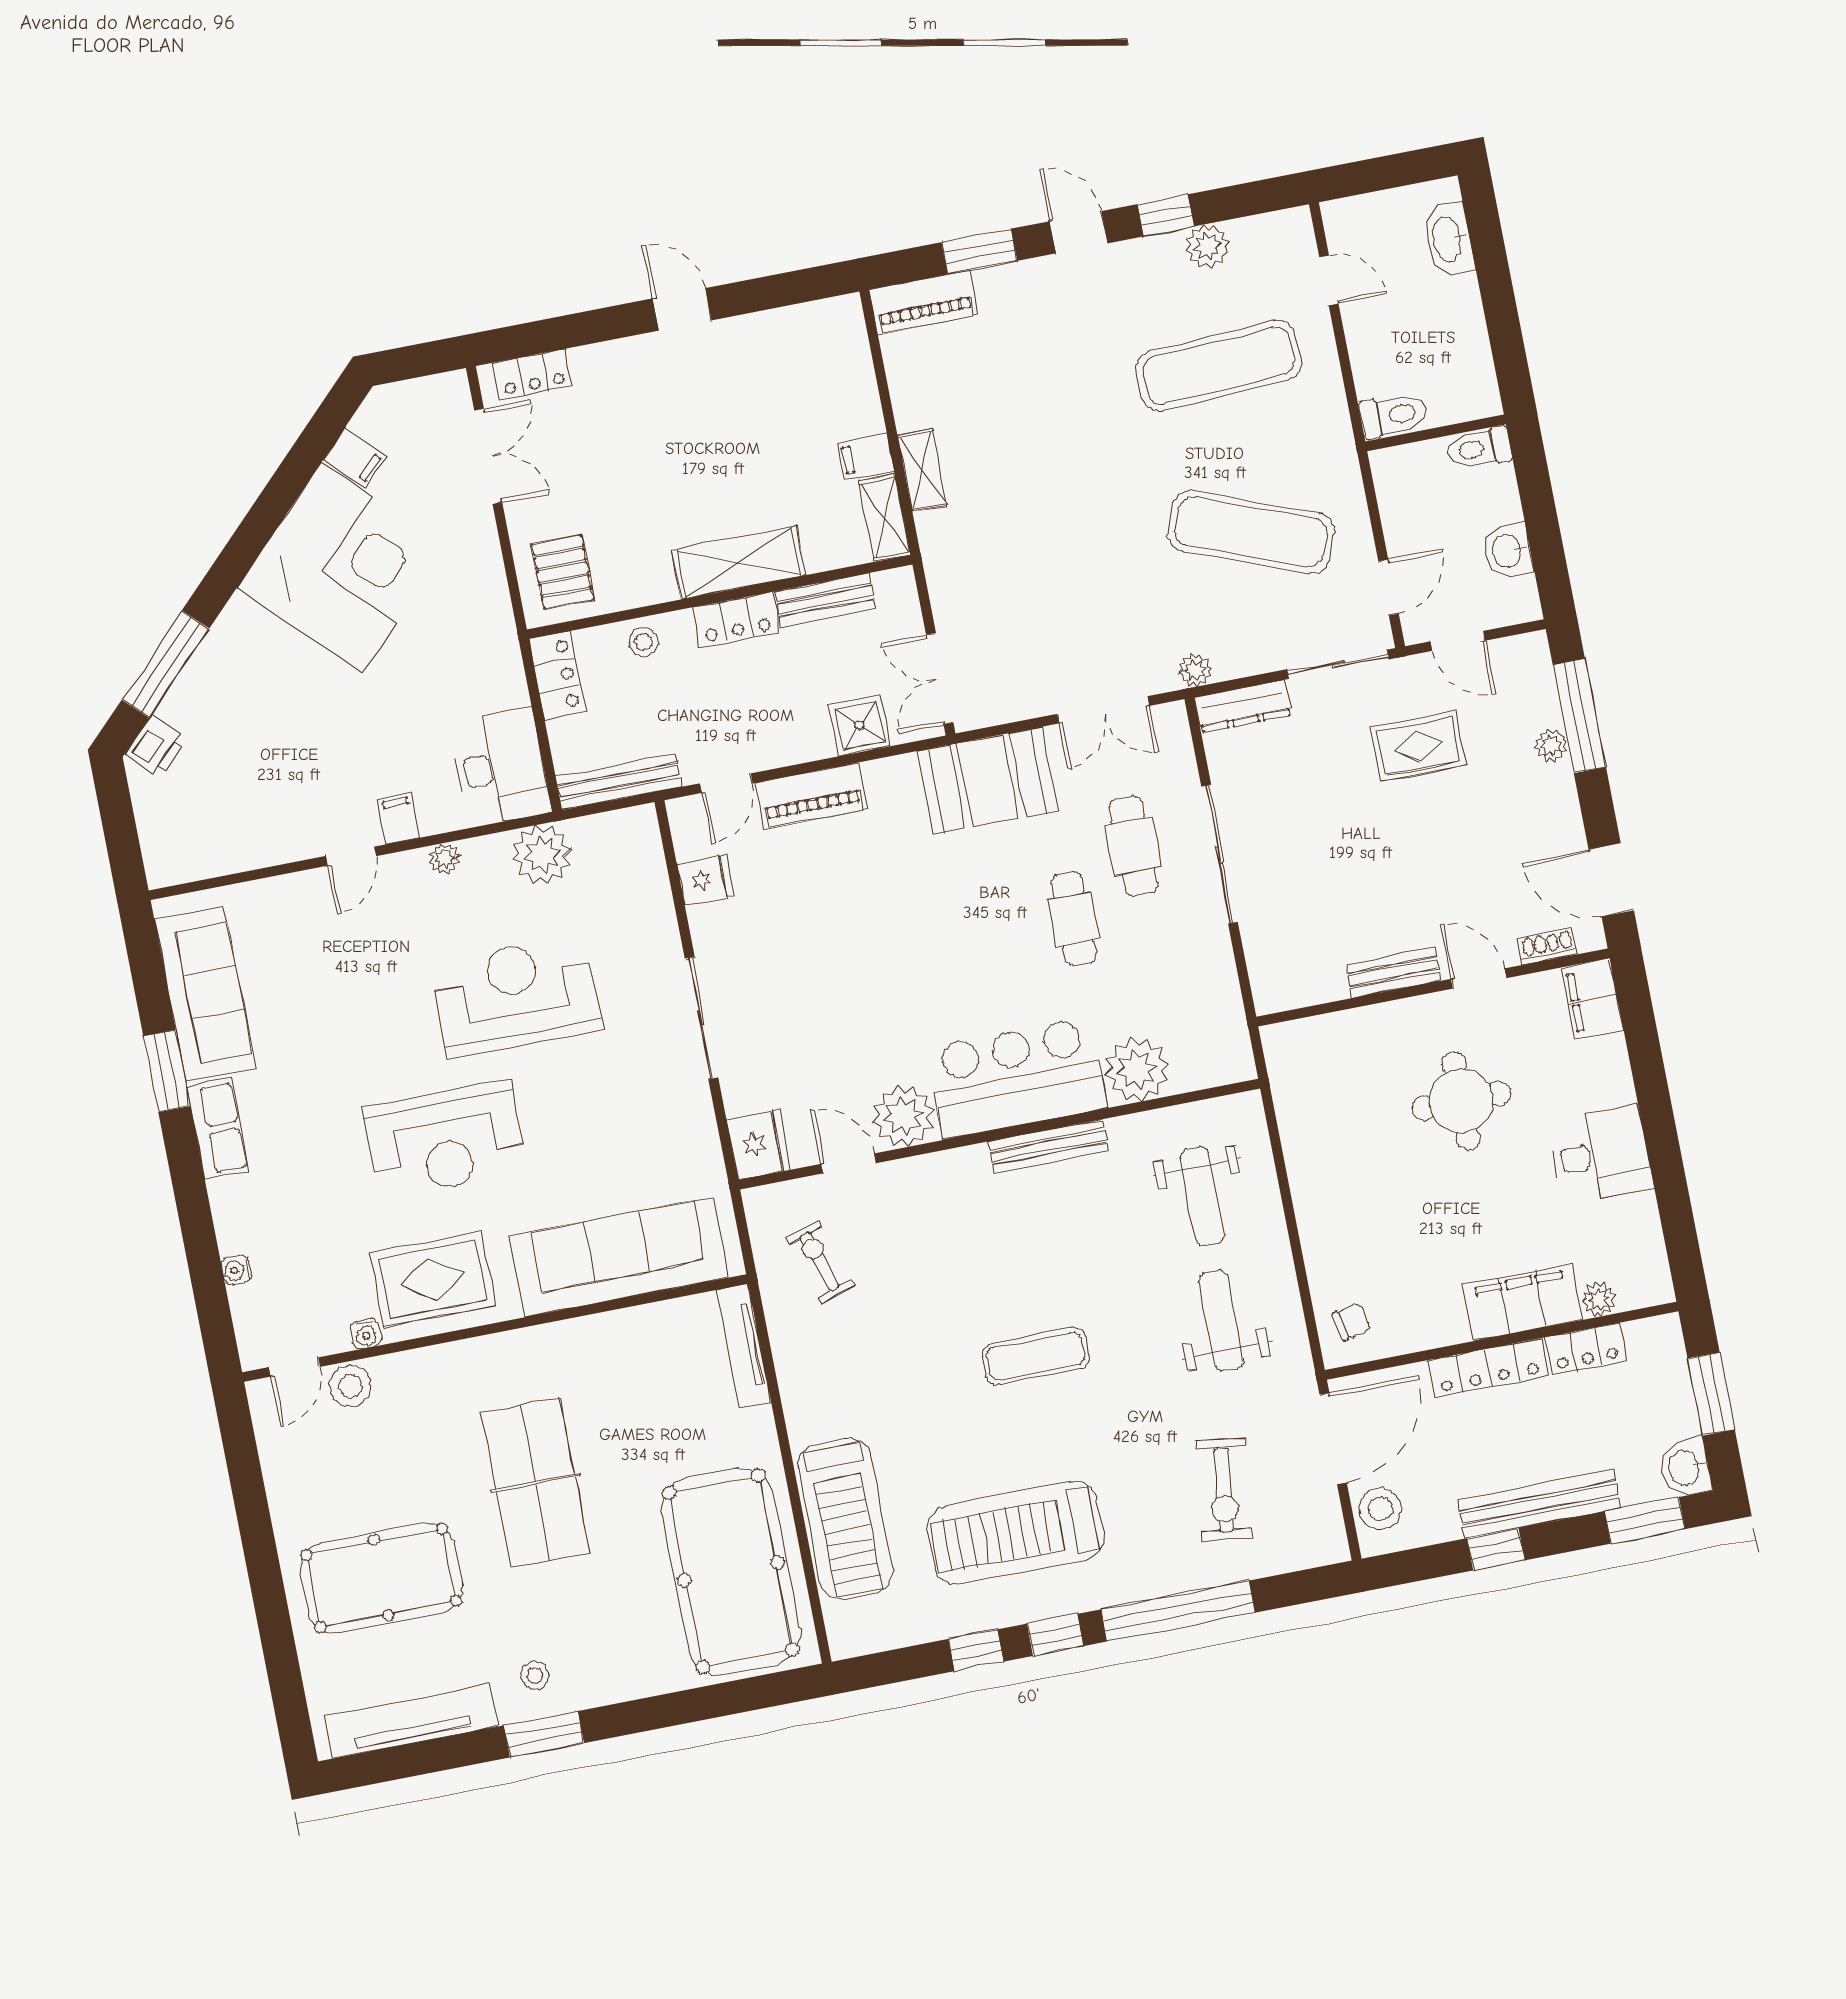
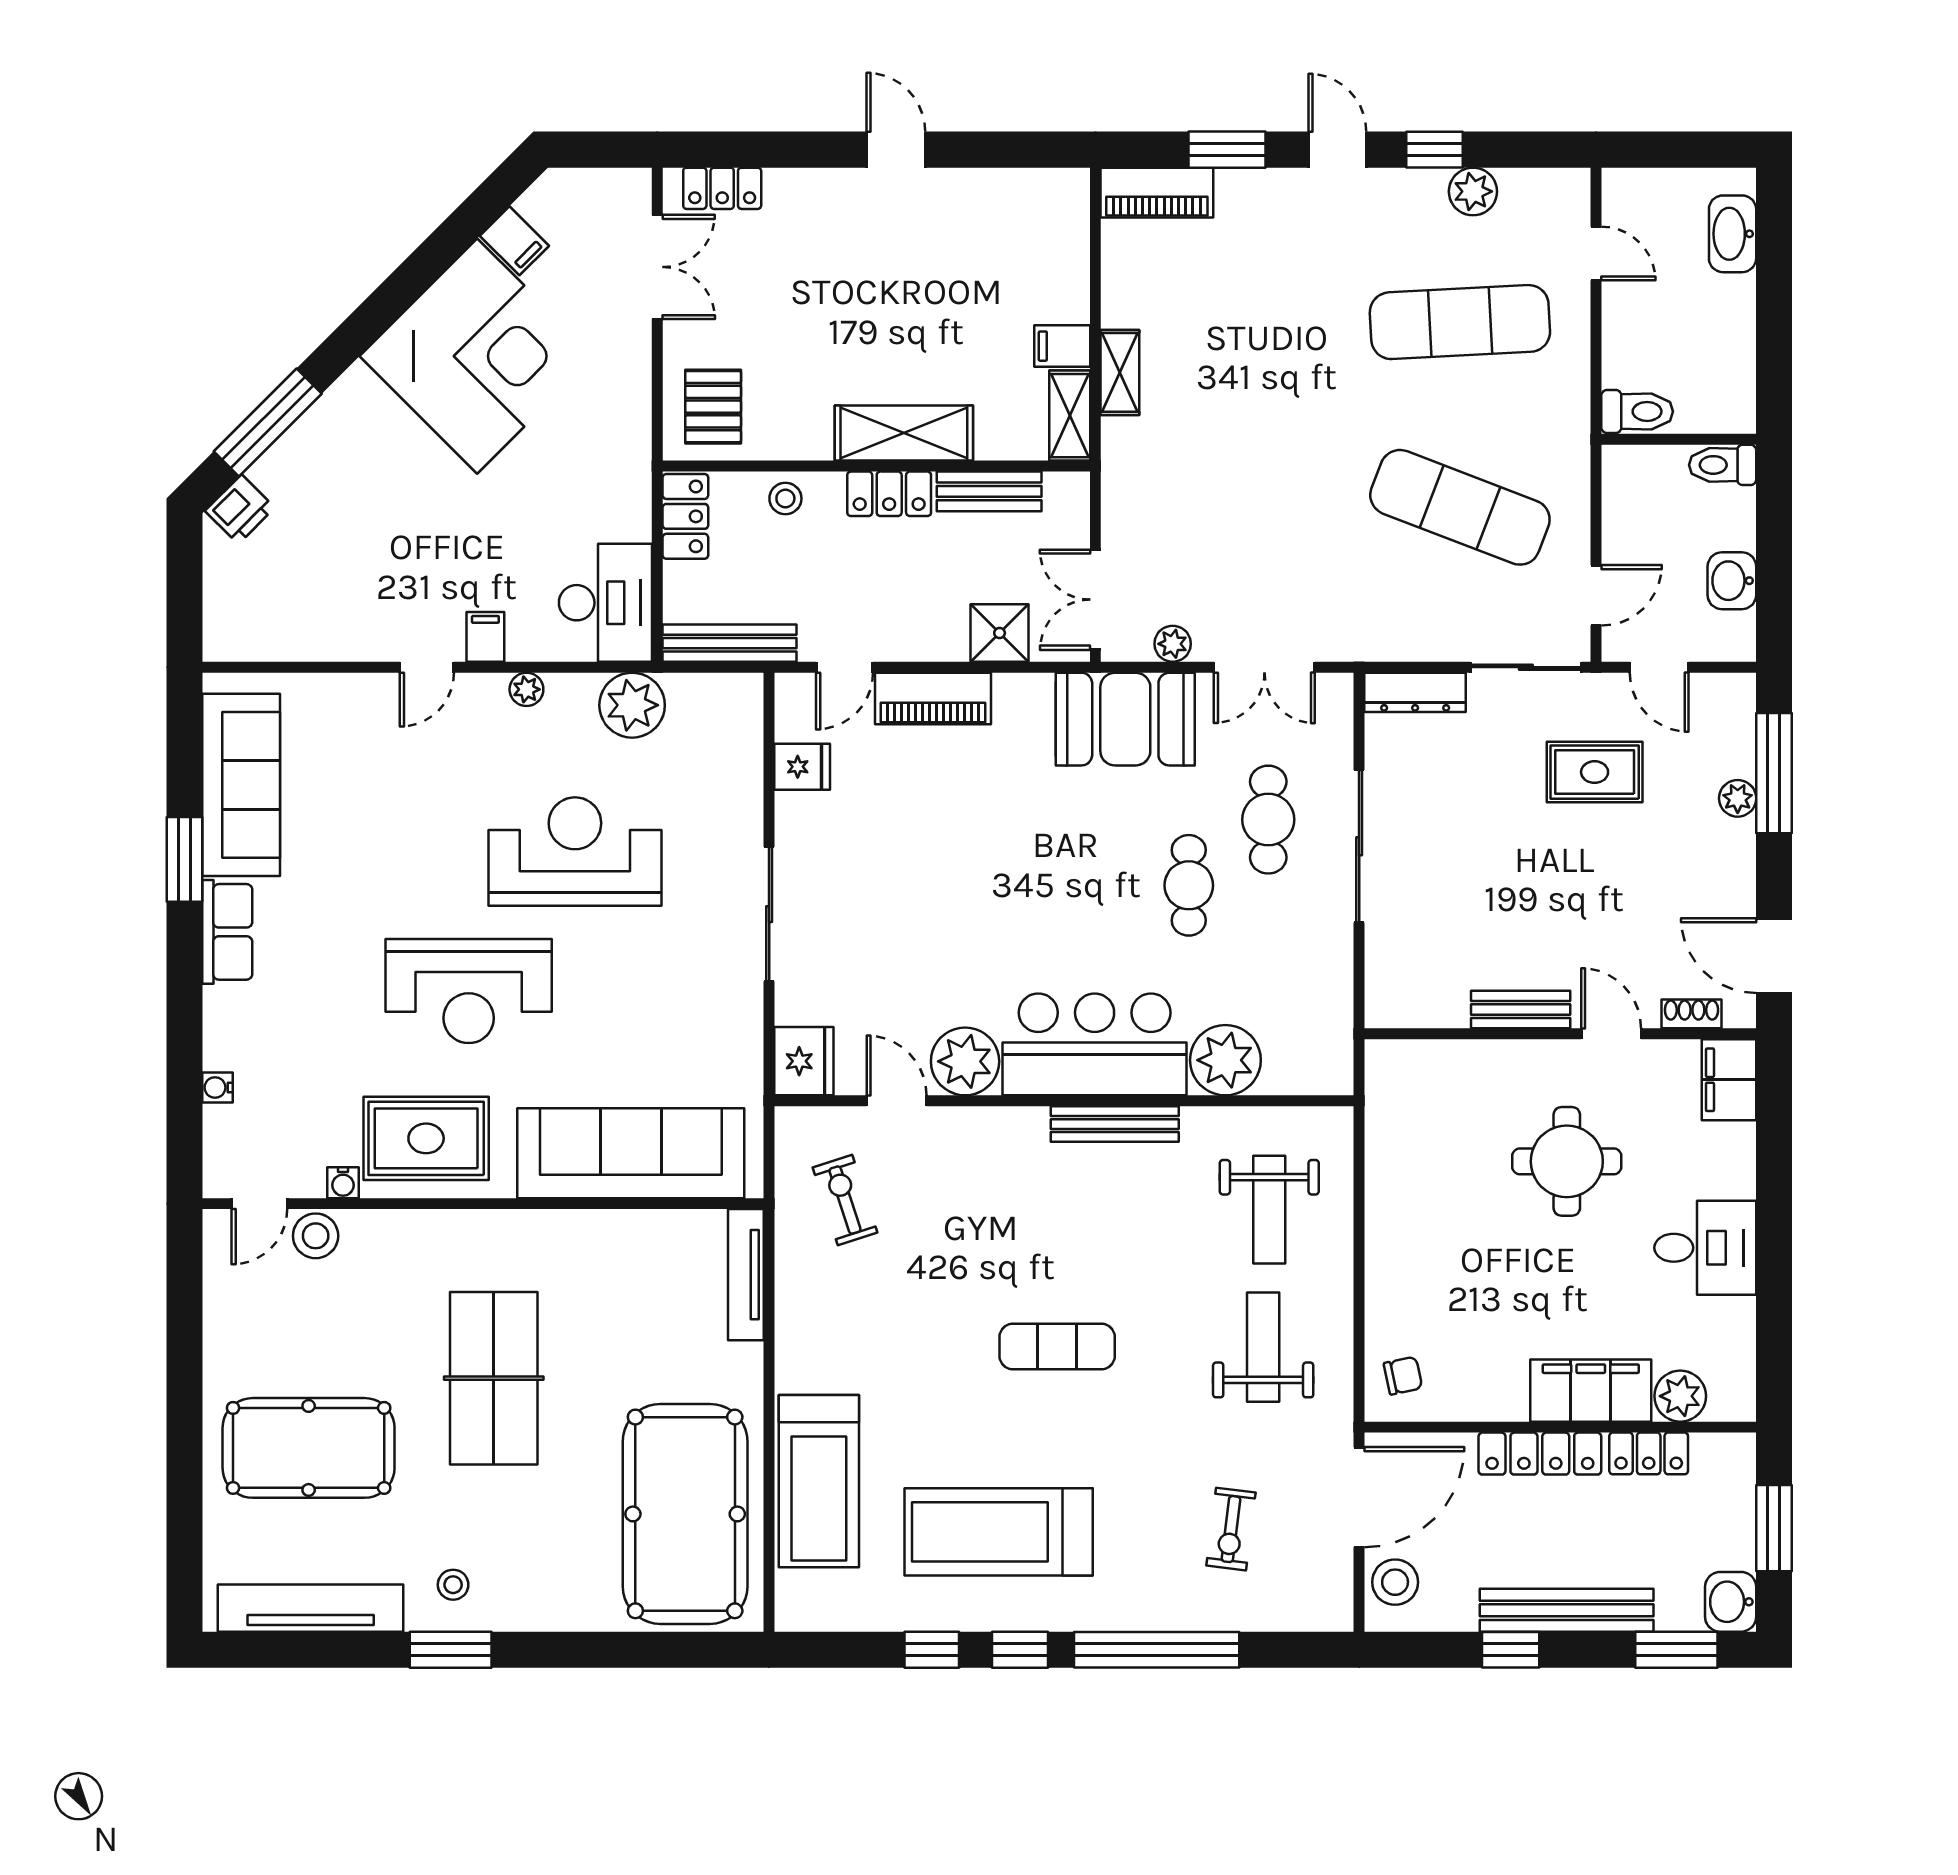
plant: (1195, 670) -> (1173, 644), moved
plant: (1599, 1299) -> (1680, 1396), width x1.38, depth x1.38
exercise bike: (1224, 1490) -> (1231, 1529), width x0.73, depth x0.72

